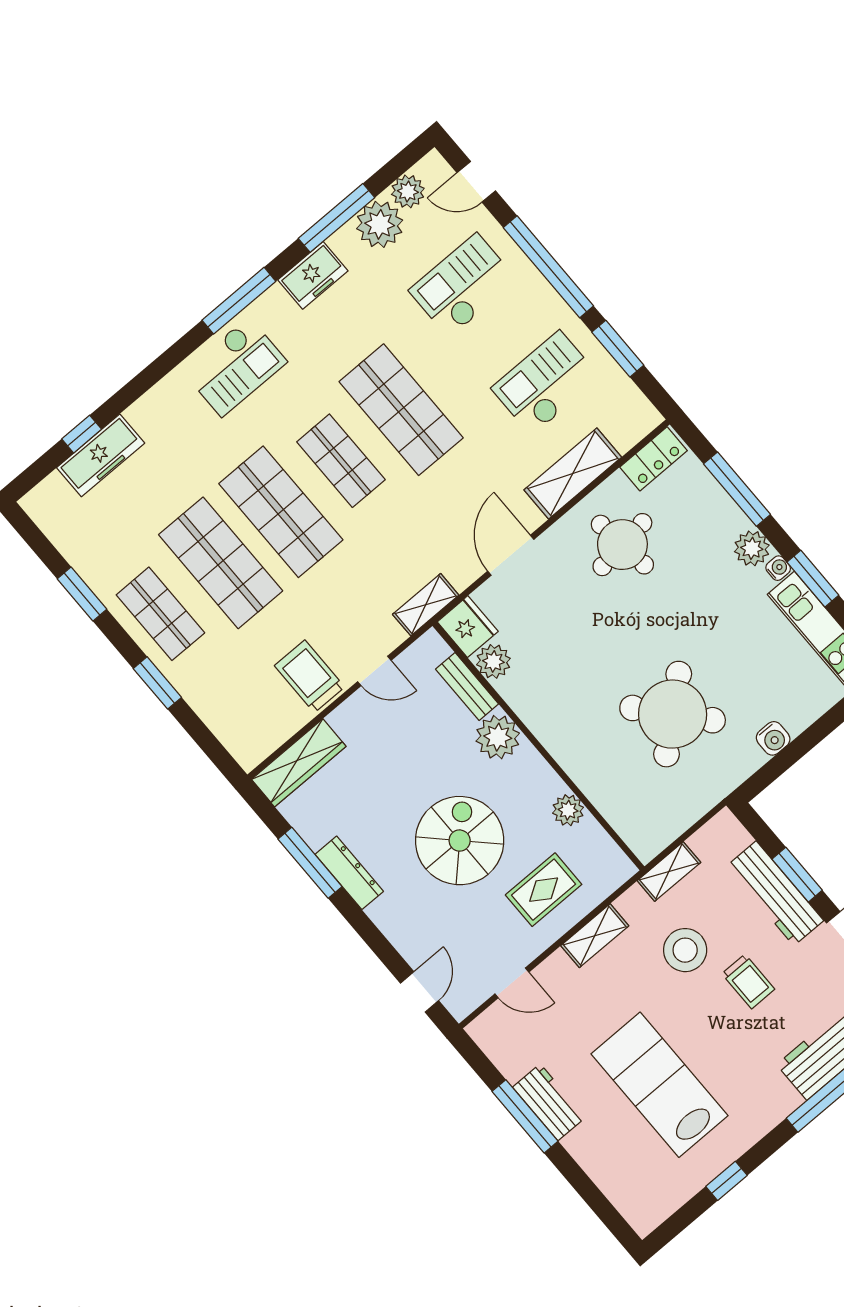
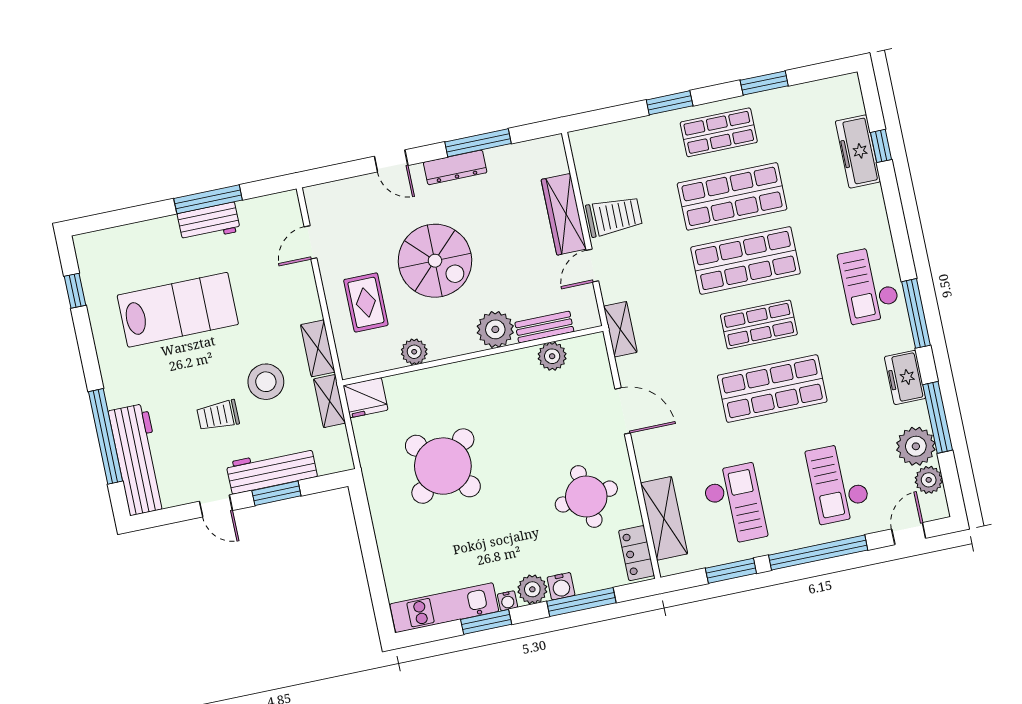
checkout: (463, 285) -> (838, 483), turned 180
shelving: (573, 473) -> (664, 518), moved
fridge: (468, 627) -> (366, 398), moved
water cooler: (773, 738) -> (561, 586), moved, turned -90
wardrobe: (299, 763) -> (564, 214), moved
shelving: (595, 936) -> (318, 348), moved
door: (419, 992) -> (391, 161), moved
window: (726, 1181) -> (75, 291), moved

